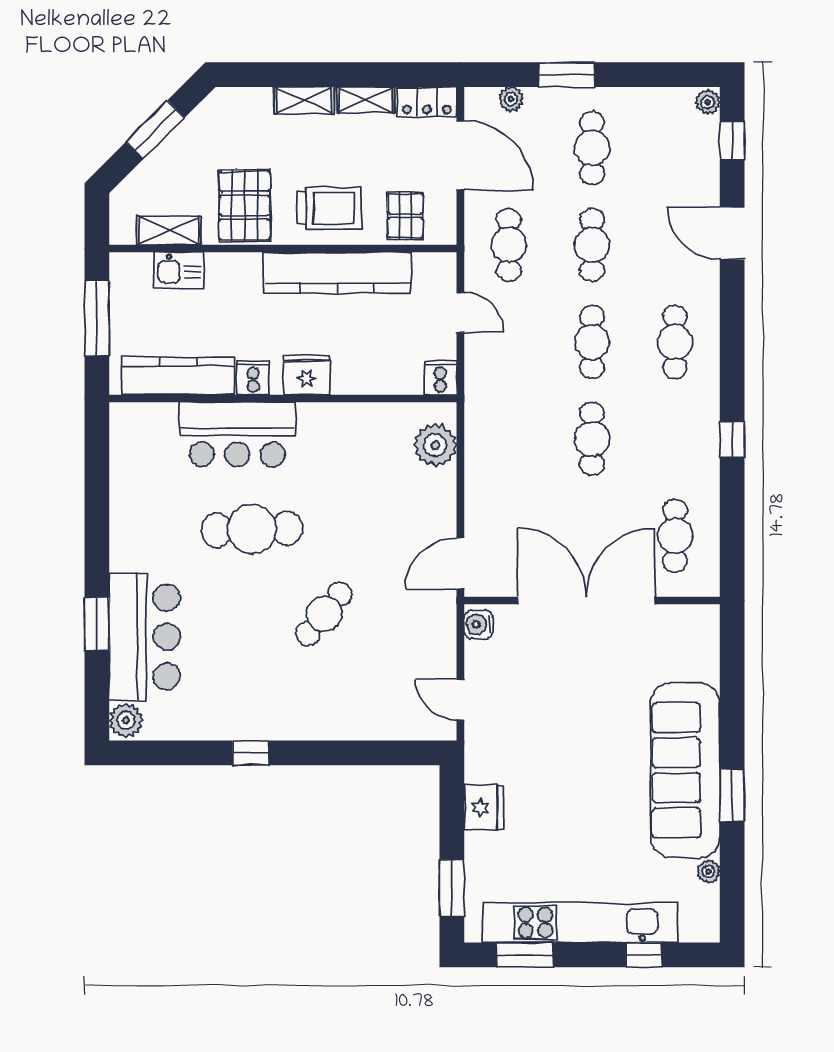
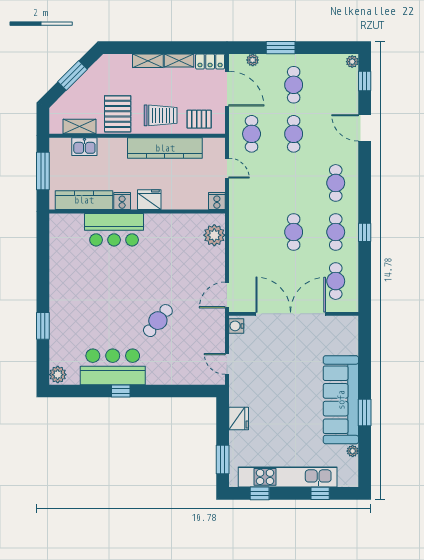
pallet: (405, 216) -> (199, 119), turned 90
cafe table: (592, 342) -> (336, 232), moved
cafe table: (252, 529) -> (121, 278), removed
bar counter: (145, 637) -> (113, 367), moved, turned -90
window: (525, 955) -> (260, 493), width x0.67

